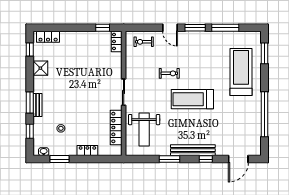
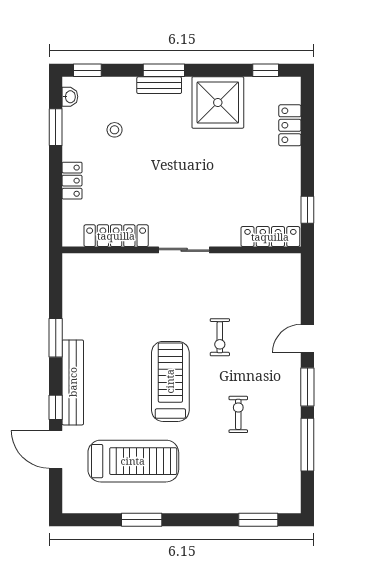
locker: (48, 37) -> (290, 125), moved
locker: (117, 41) -> (270, 237), width x1.53
exercise bike: (144, 42) -> (238, 414), moved
shower: (40, 68) -> (218, 102), width x1.86, depth x1.86
treadmill: (241, 72) -> (133, 461), moved
window: (265, 114) -> (142, 520), width x0.47
weight bench: (144, 129) -> (112, 289), removed
window: (30, 131) -> (87, 70), moved
door: (238, 159) -> (56, 449), moved

